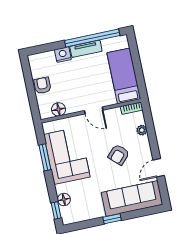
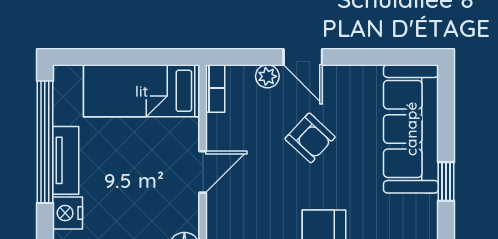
door: (159, 168) -> (303, 57), moved

